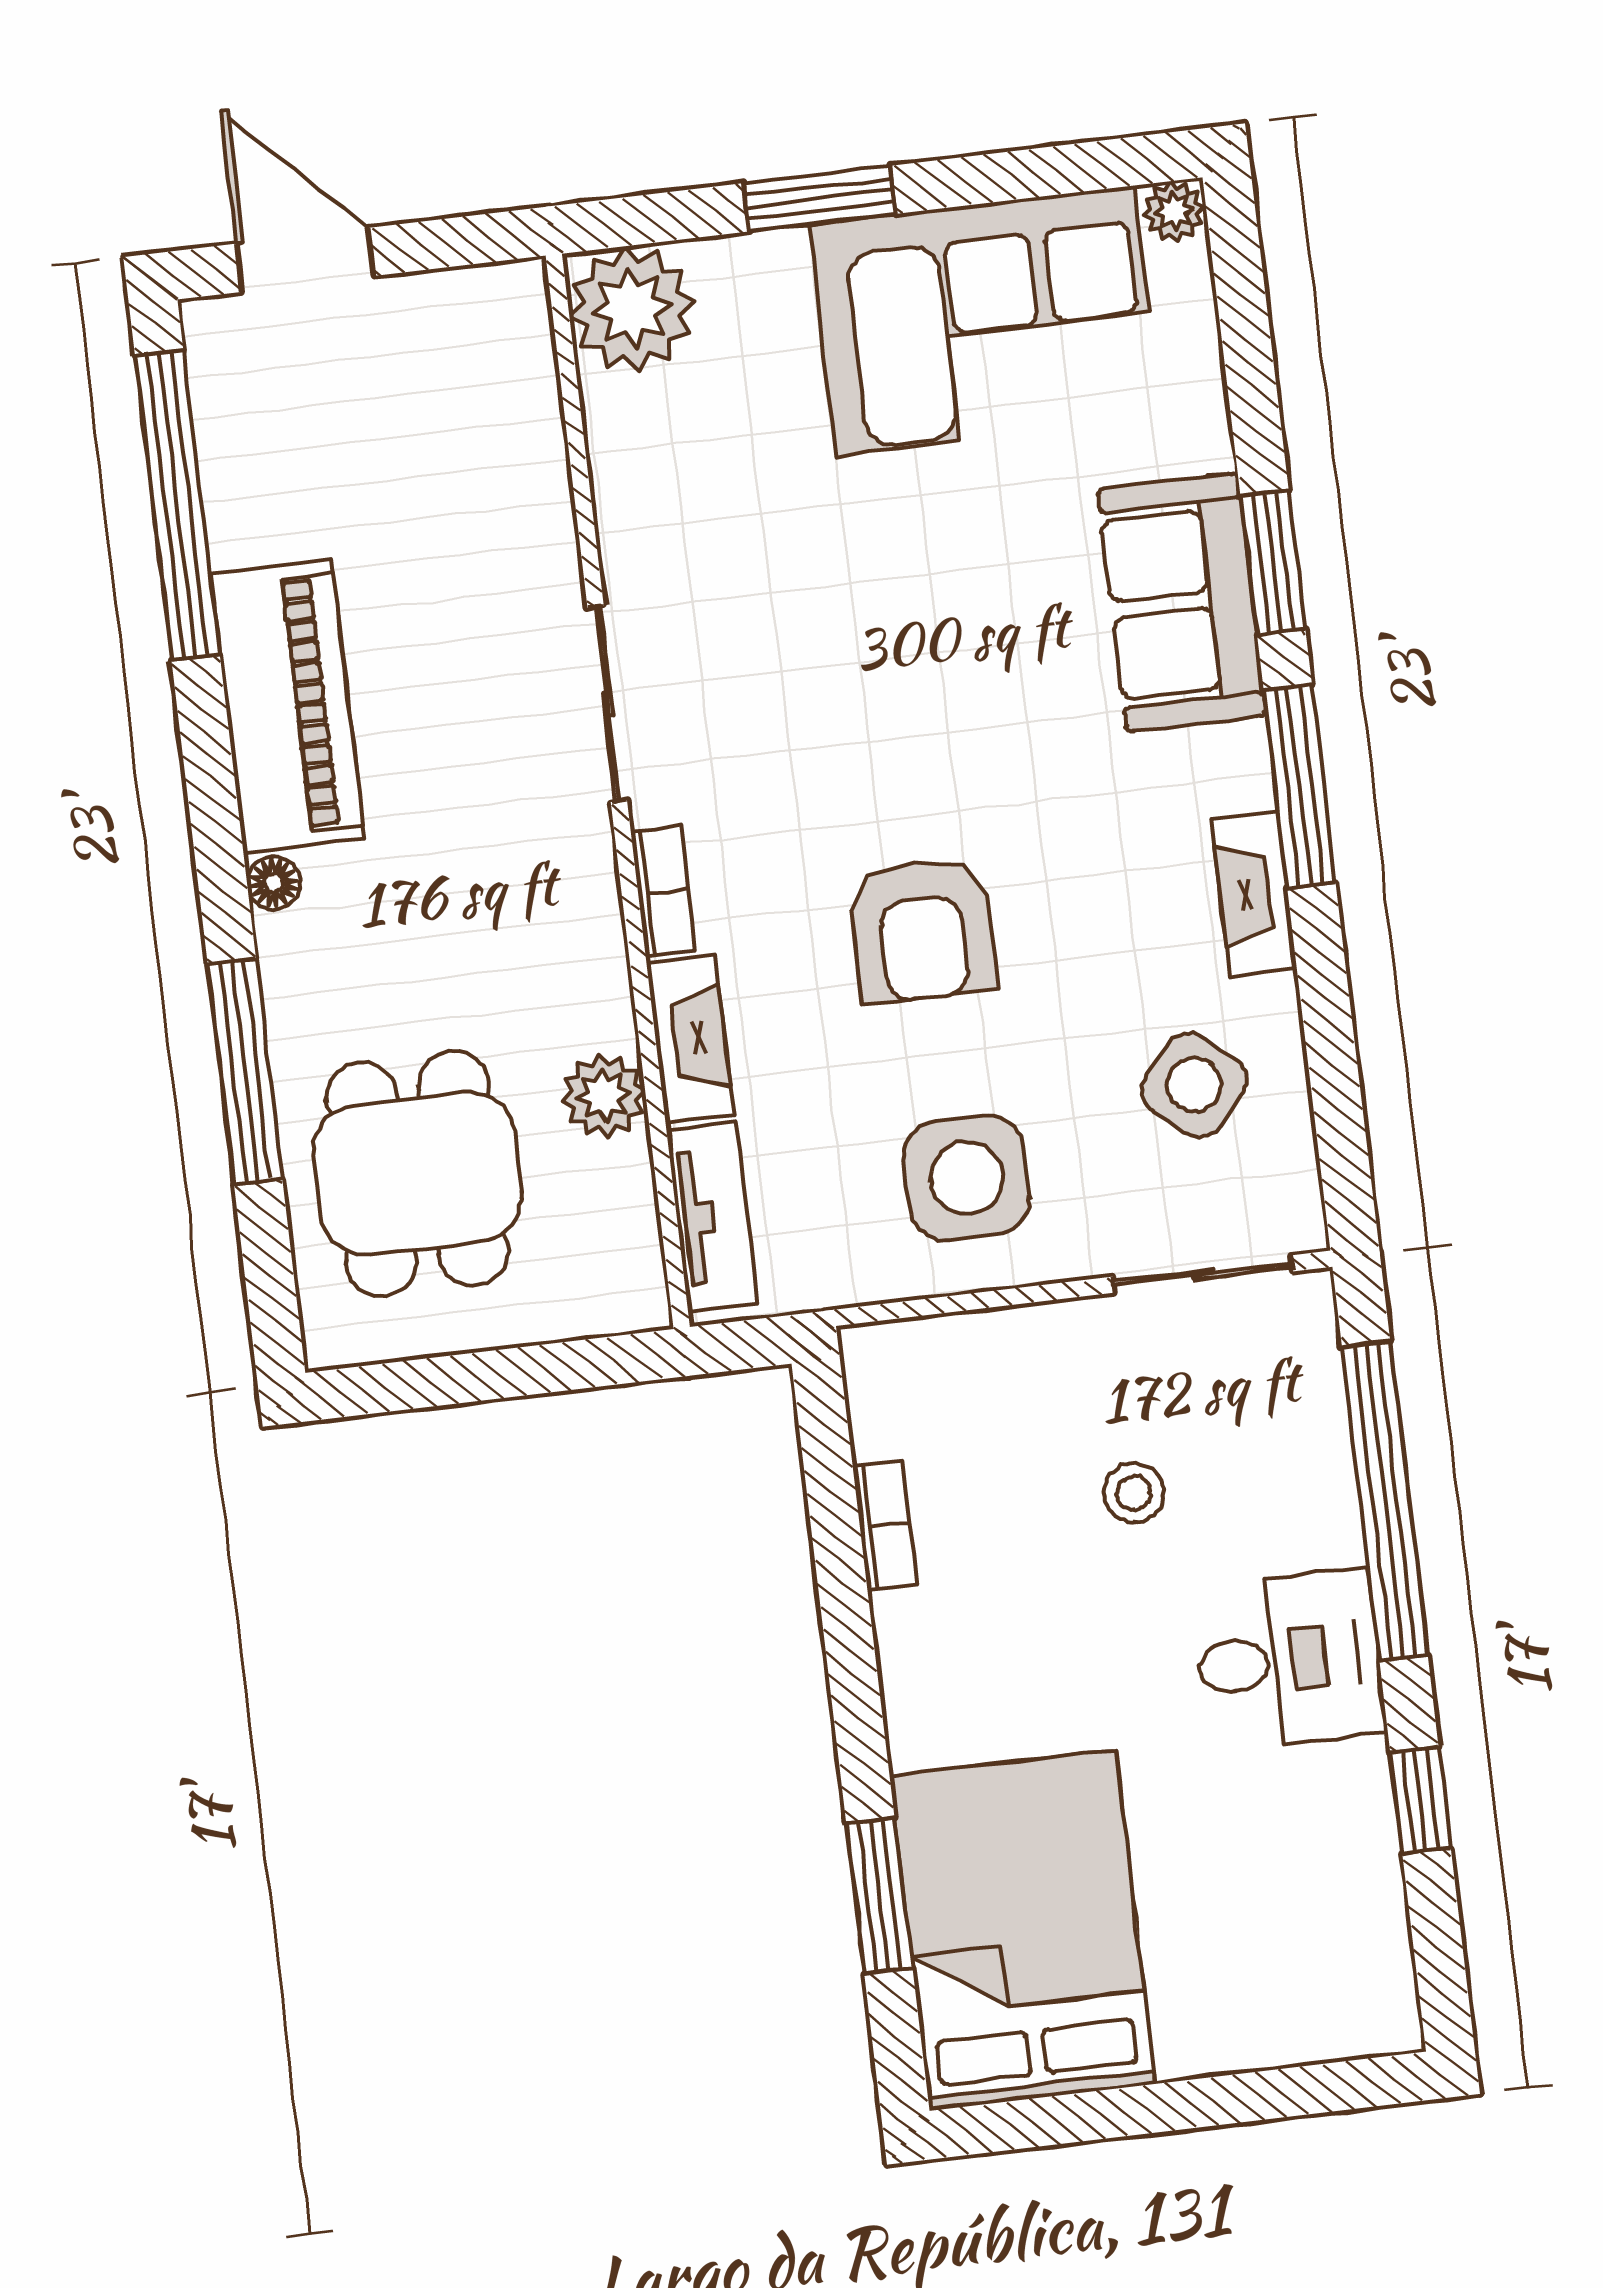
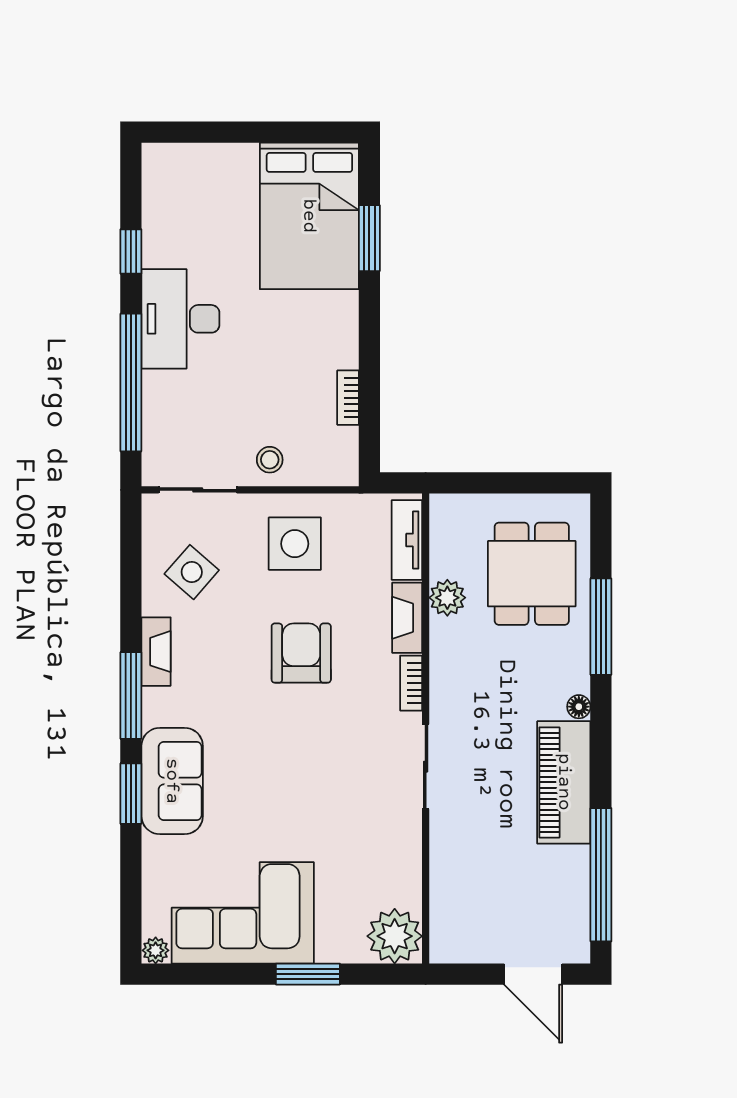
stool: (1134, 1493) -> (270, 460), moved
desk: (1289, 1660) -> (180, 319), width x1.37

